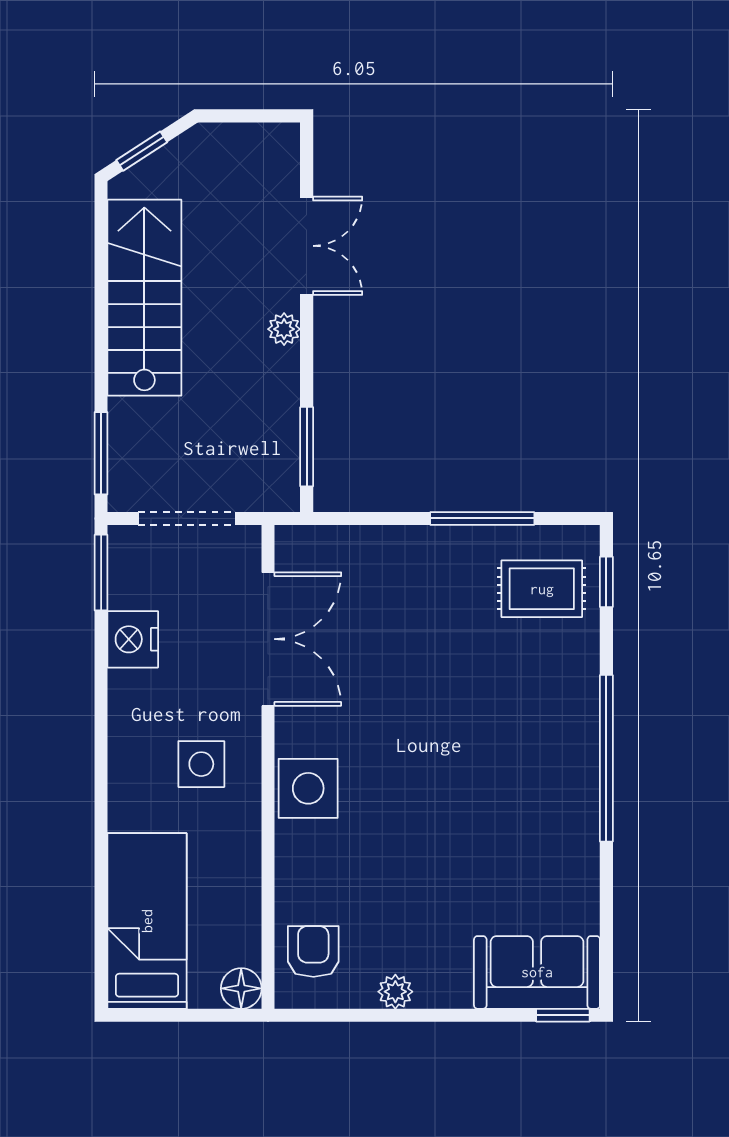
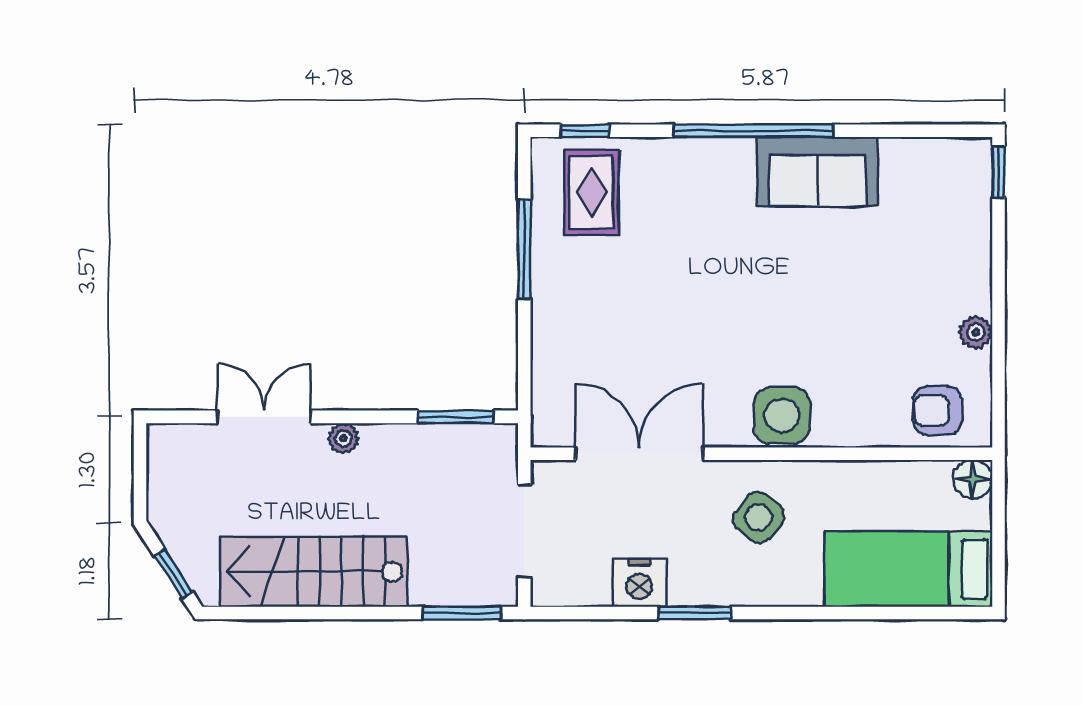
window: (101, 573) -> (695, 613), moved
side table: (201, 764) -> (759, 517), turned 38
sofa: (537, 972) -> (817, 172), moved, turned -90

